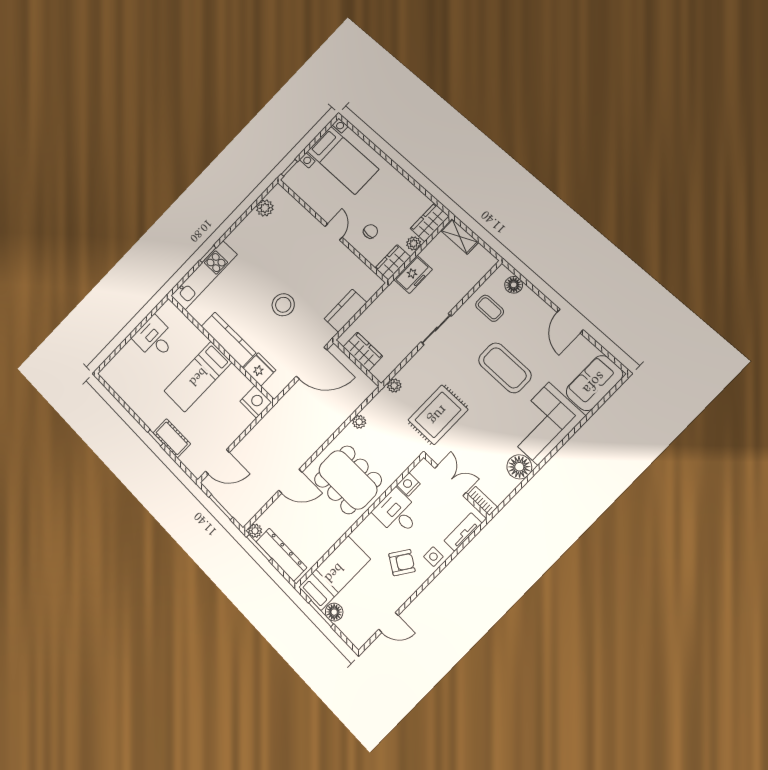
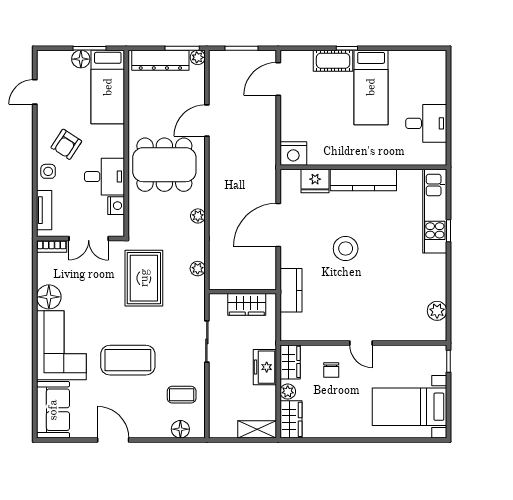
wardrobe: (363, 352) -> (247, 304), moved
wall: (357, 363) -> (243, 292), moved
bed: (198, 377) -> (371, 87), moved, turned 180

